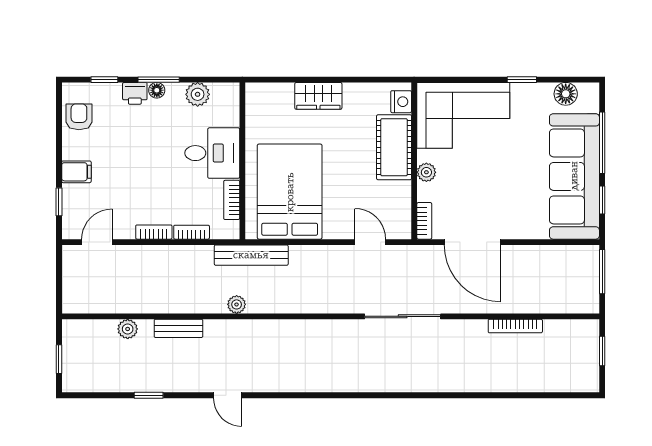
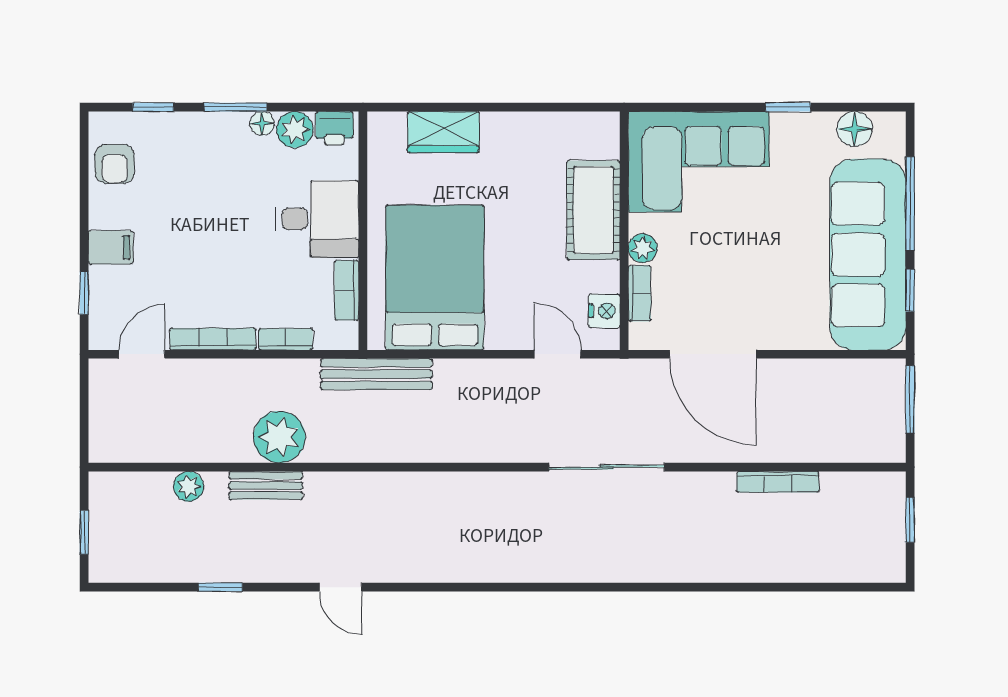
floor lamp: (157, 90) -> (262, 123), moved
printer: (135, 93) -> (334, 128), moved
wardrobe: (318, 96) -> (443, 132), moved
nightstand: (401, 102) -> (604, 311), moved
armchair: (79, 117) -> (115, 164), turned 180
bookcase: (424, 221) -> (640, 293), moved
bookcase: (154, 232) -> (213, 339), width x1.56
plant: (237, 304) -> (279, 437), moved, width x1.88, depth x1.88

